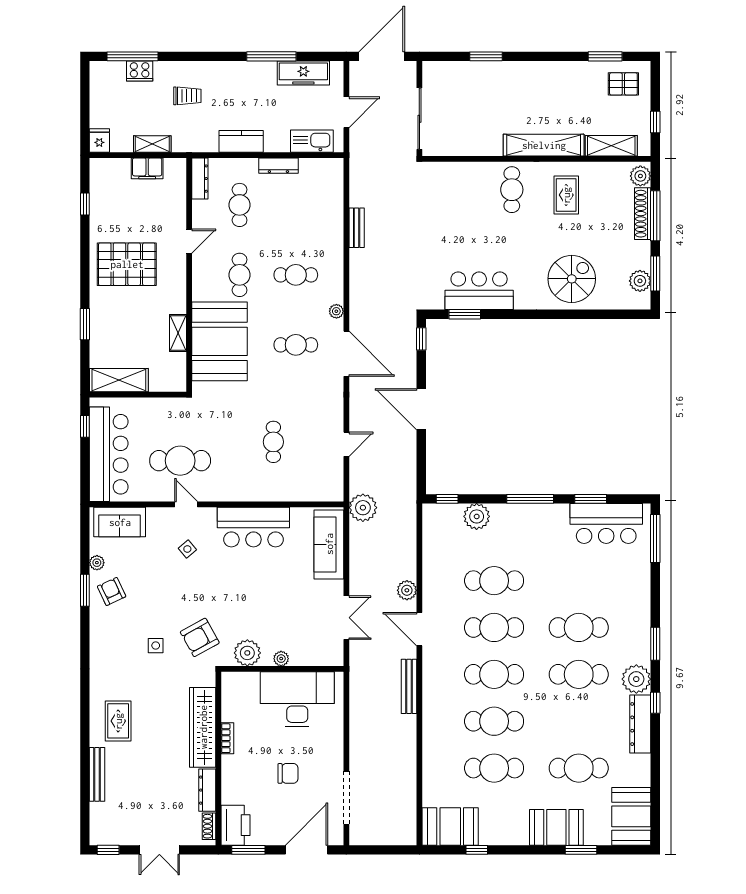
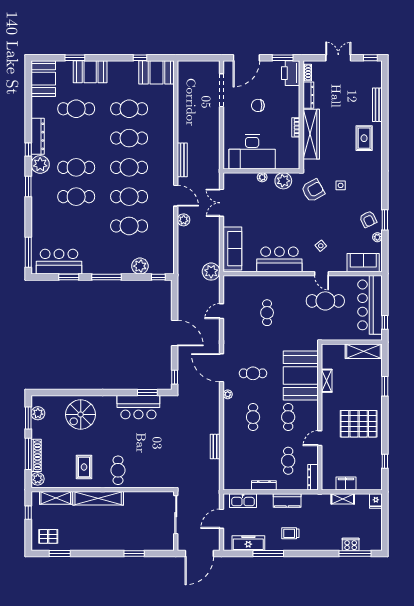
trolley: (187, 96) -> (290, 533), moved
cafe table: (296, 275) -> (253, 417), turned 90

